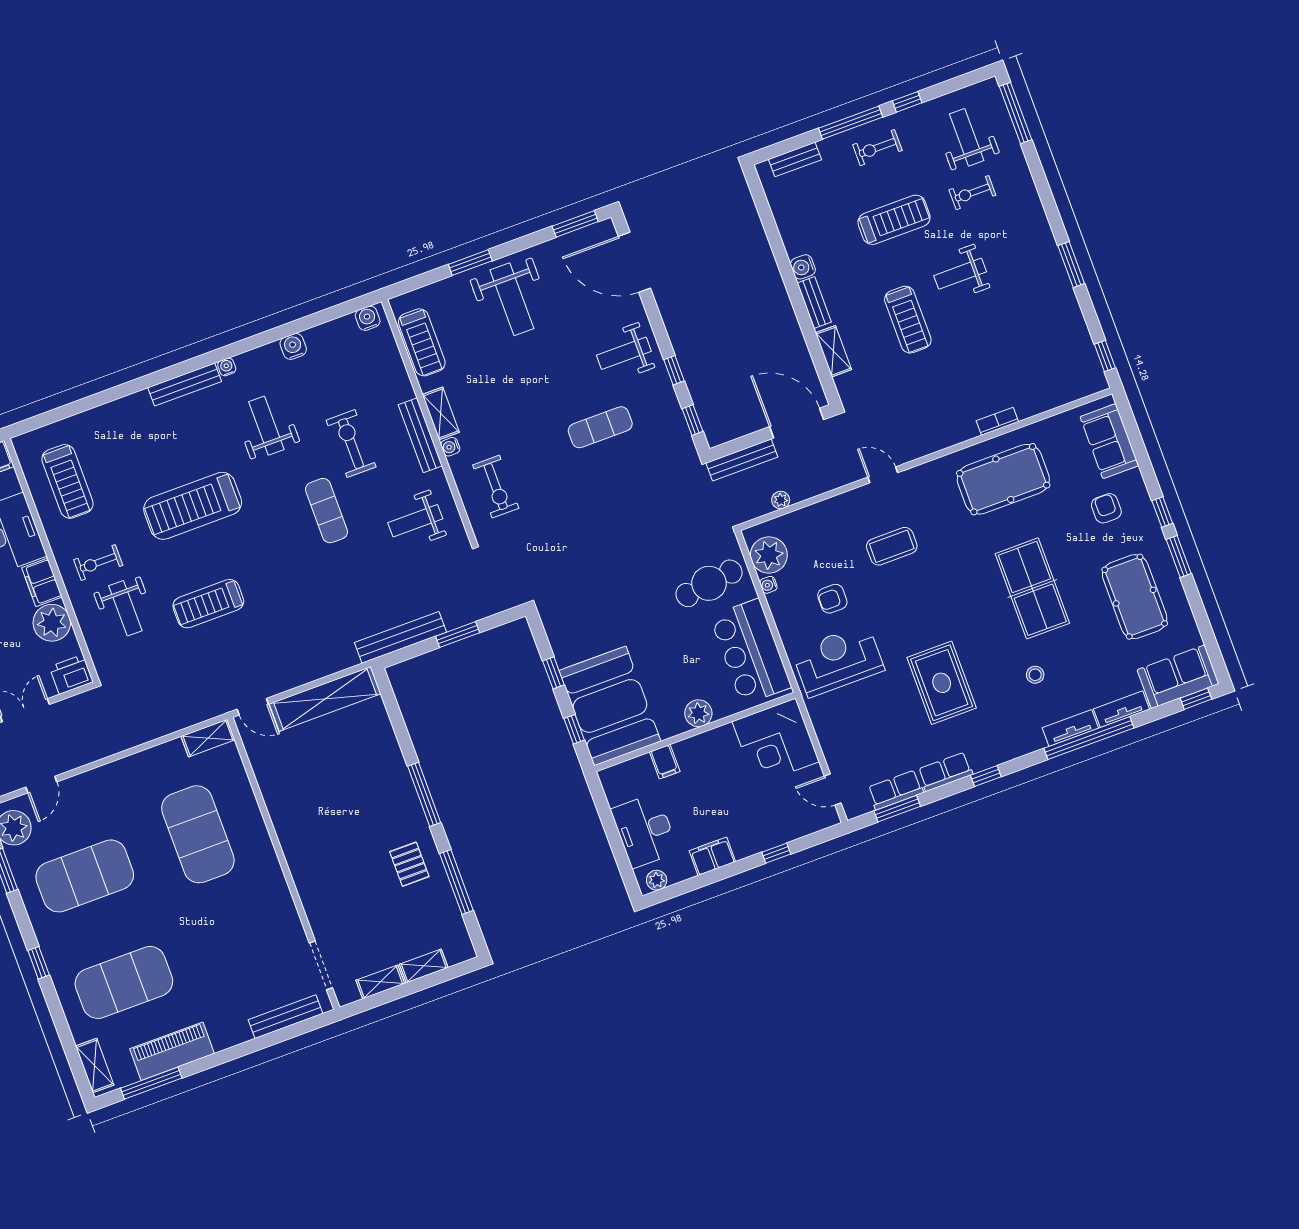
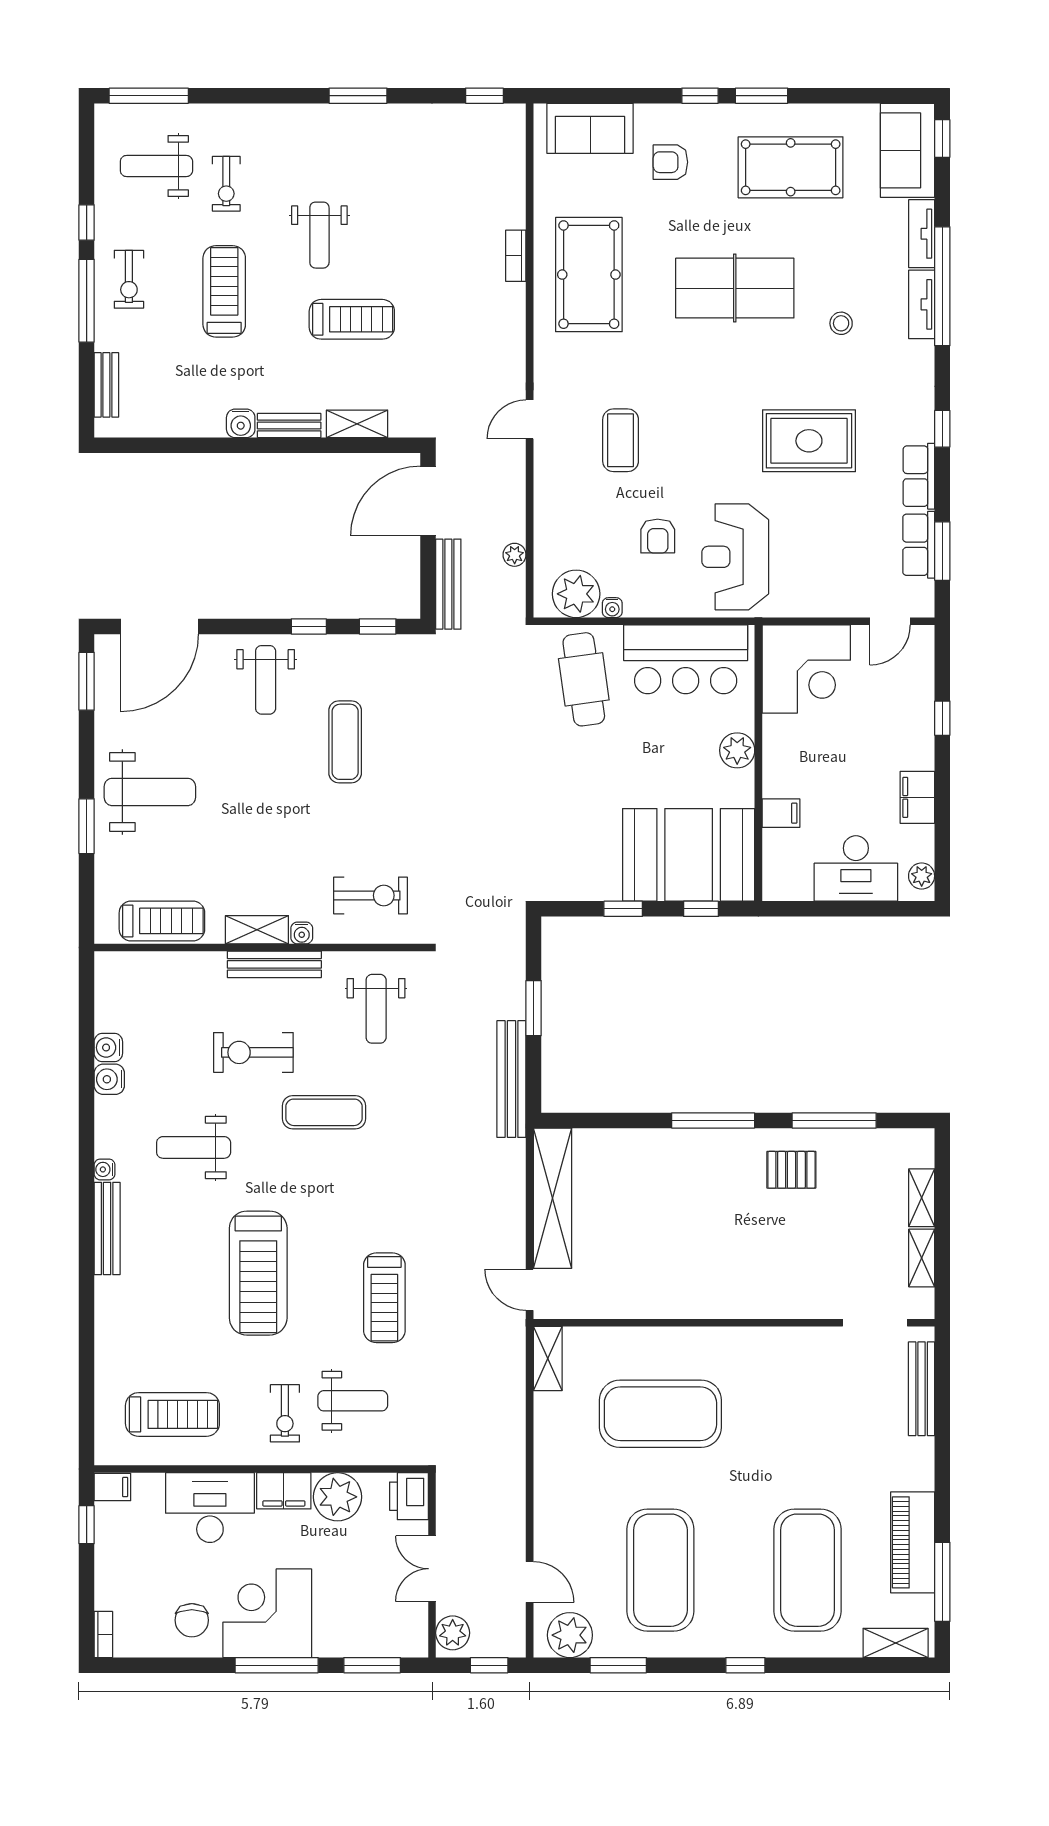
water cooler: (368, 318) -> (108, 1048), moved
door: (253, 707) -> (530, 1290), swing flipped

